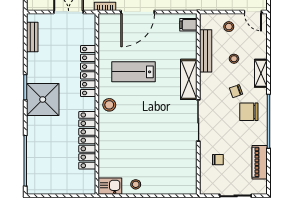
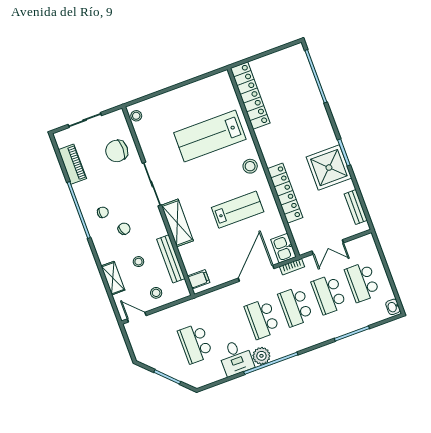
shelving: (261, 73) -> (113, 278), moved
shower: (43, 99) -> (329, 168), moved
chair: (249, 112) -> (103, 212), width x0.54, depth x0.54
locker: (87, 140) -> (250, 96), moved
lab bench: (134, 143) -> (210, 136), added
chair: (218, 160) -> (117, 151), width x1.87, depth x1.87
stool: (136, 184) -> (136, 116), moved
kitchen sink: (110, 186) -> (283, 248), moved, turned 90

